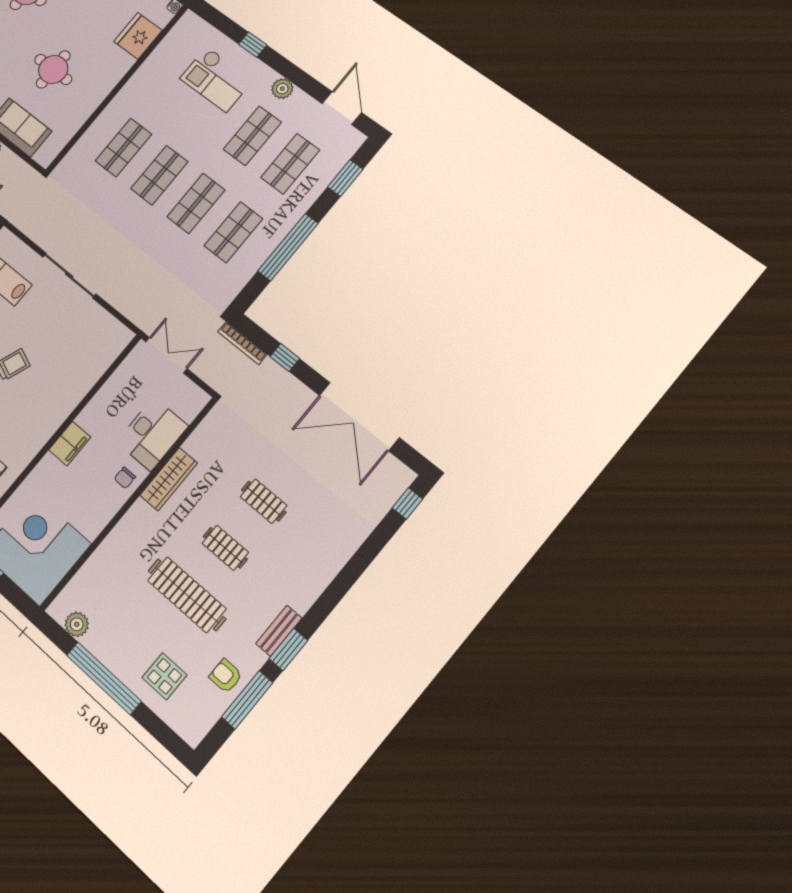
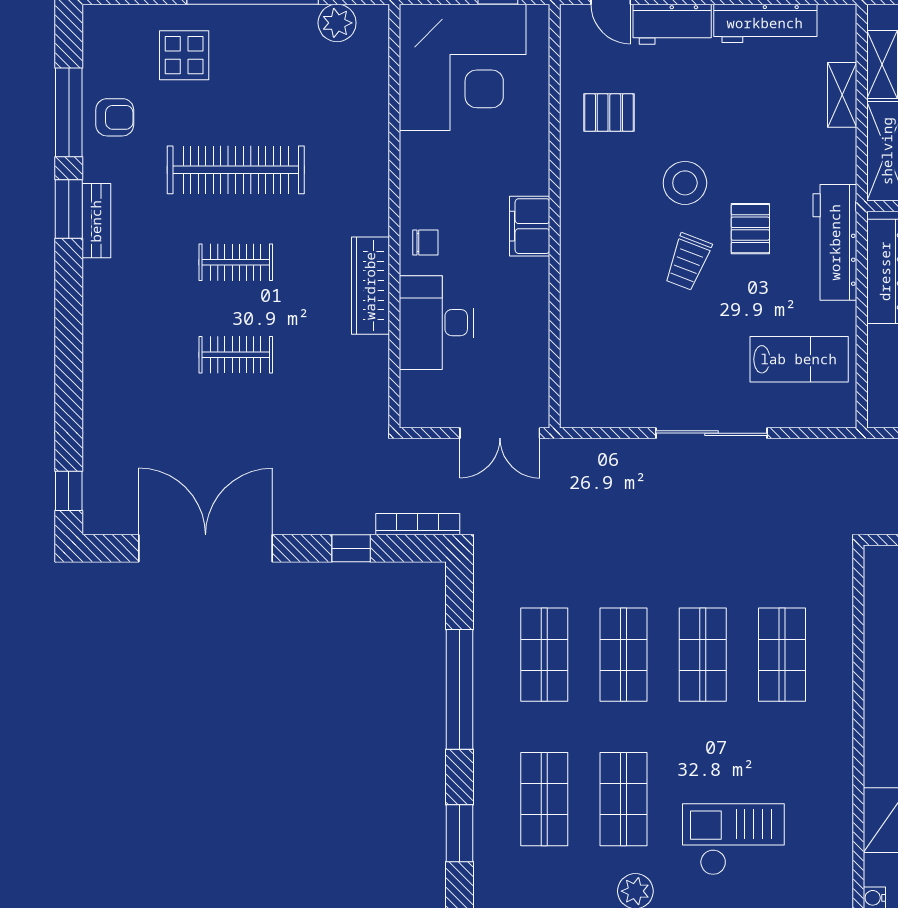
chair: (125, 478) -> (425, 242), turned 90

